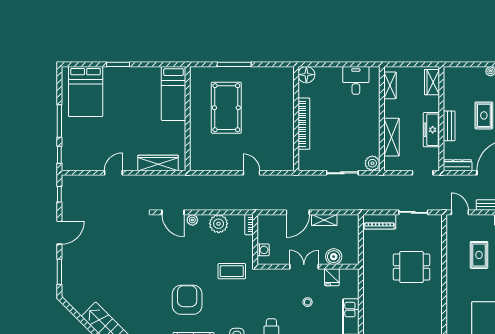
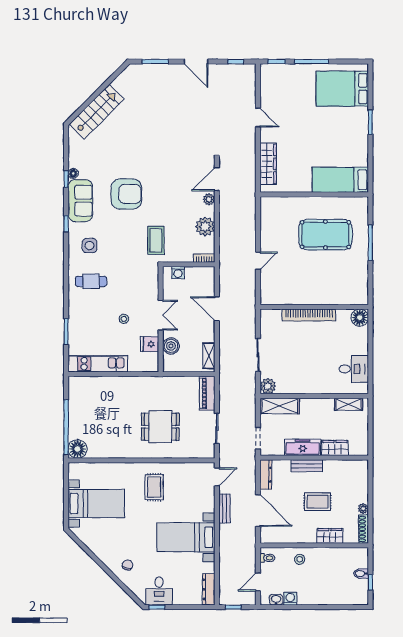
wardrobe: (432, 82) -> (335, 448), moved
shelving: (392, 137) -> (280, 406), moved
shelving: (324, 220) -> (209, 356), moved
rug: (479, 255) -> (154, 487), moved, turned 90
dining table: (412, 267) -> (160, 427), turned 90

